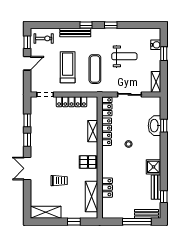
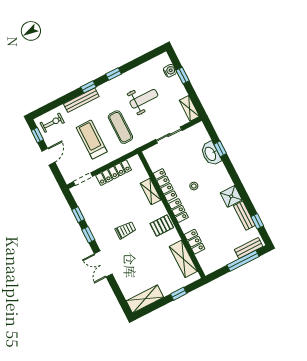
locker: (107, 106) -> (178, 211), moved
trolley: (59, 181) -> (126, 230), moved

